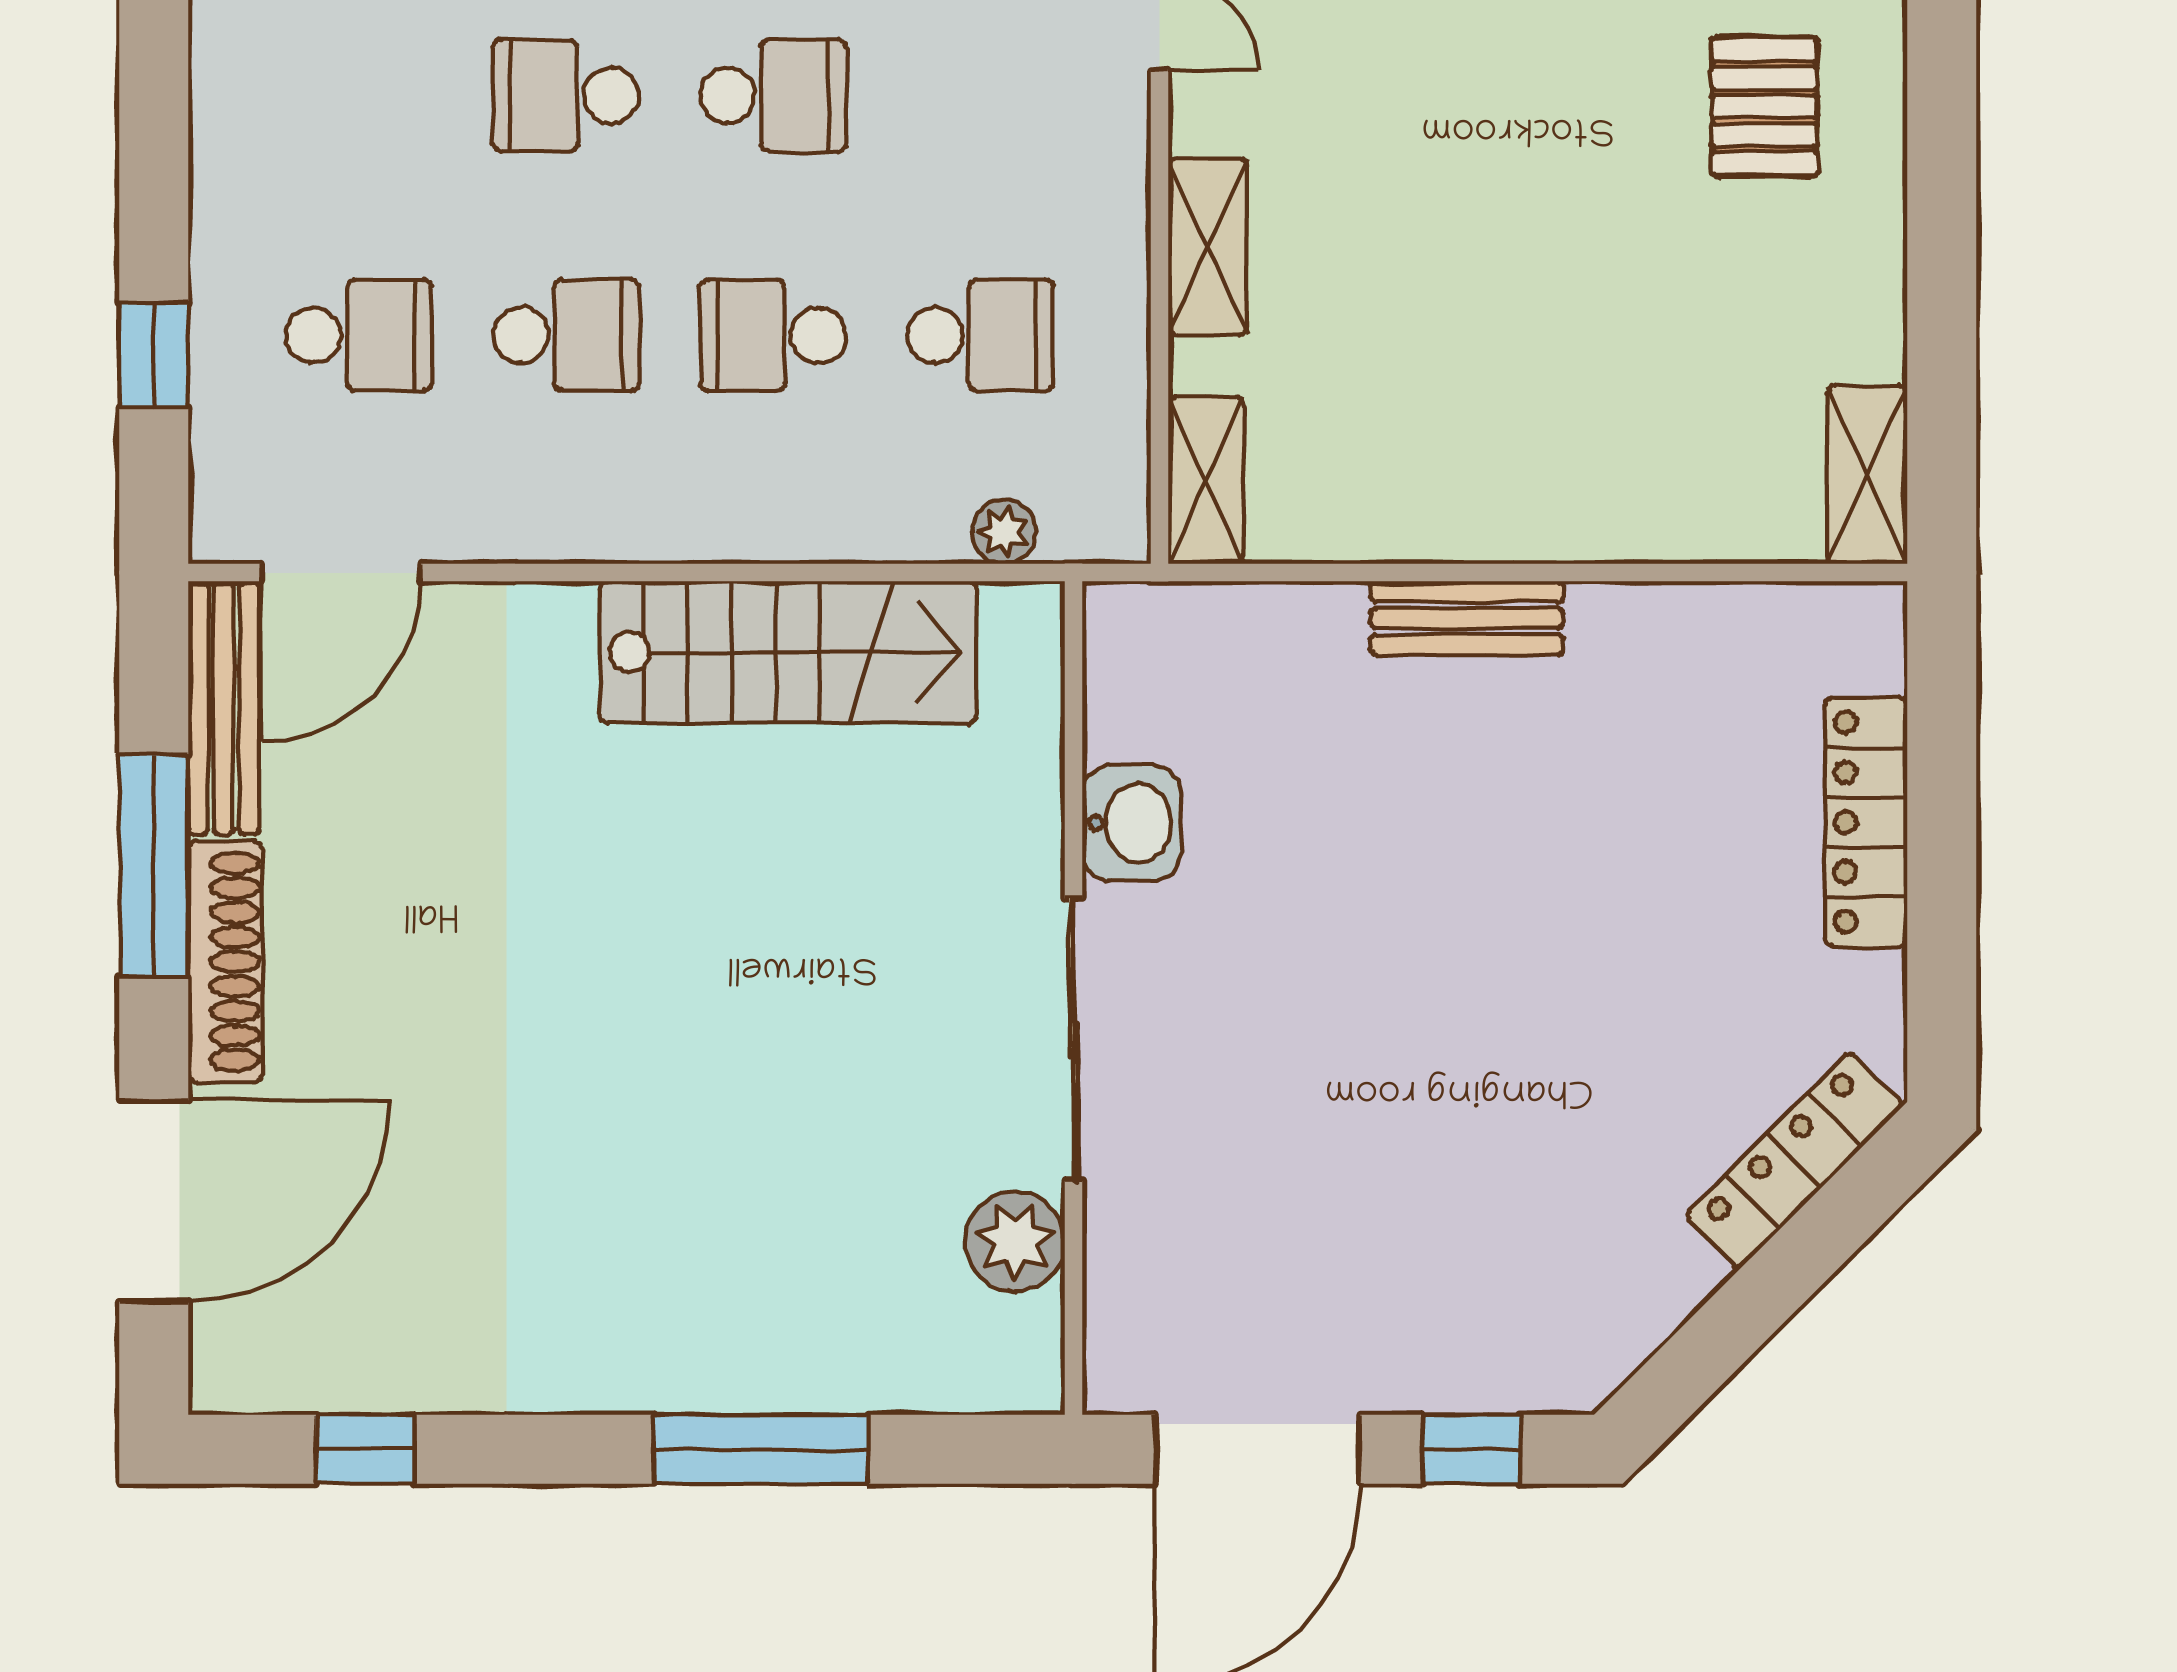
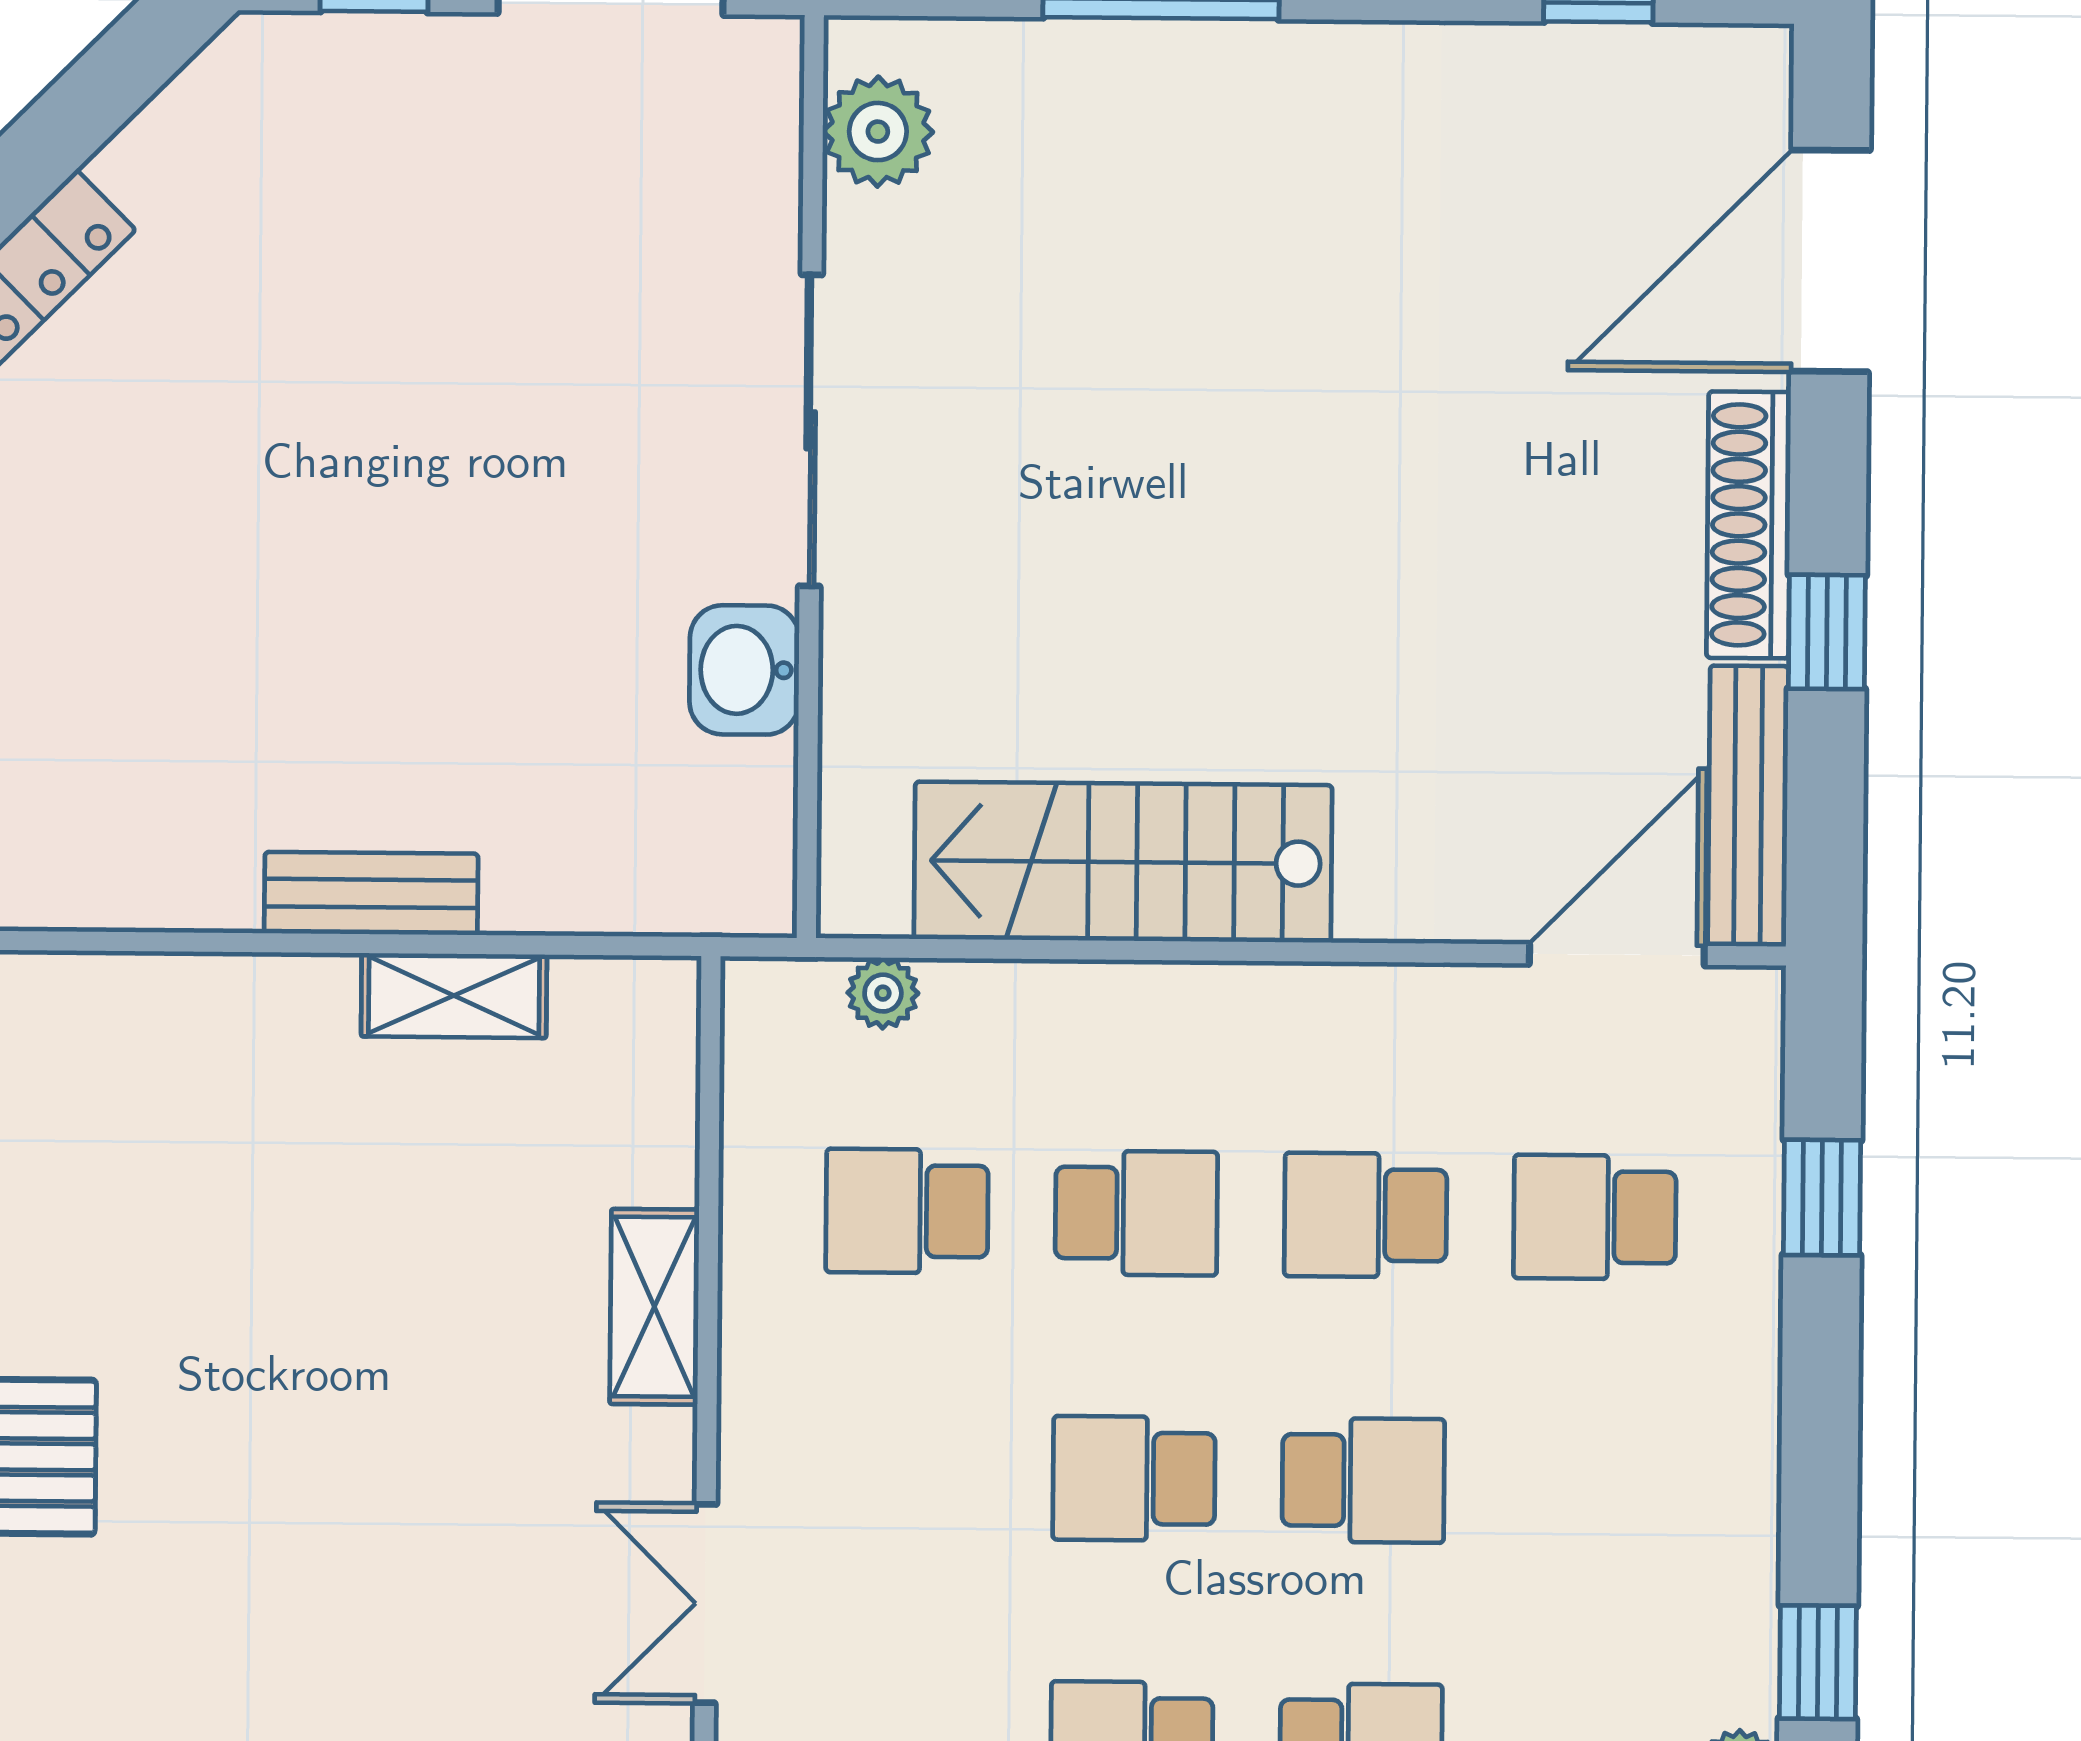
shelving: (1206, 480) -> (454, 996), moved, turned 90
window: (154, 866) -> (1827, 632), width x0.46
plant: (1015, 1241) -> (878, 132), moved

